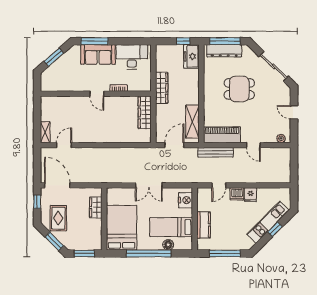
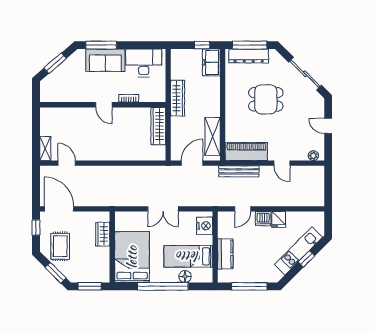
door: (64, 145) -> (67, 163), hinge flipped

